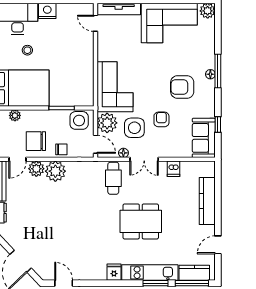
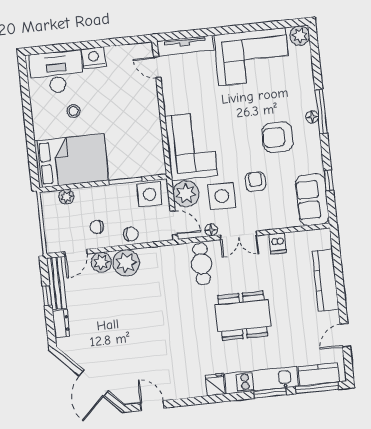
chair: (36, 141) -> (97, 227), width x0.54, depth x0.54

